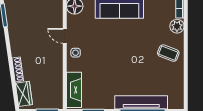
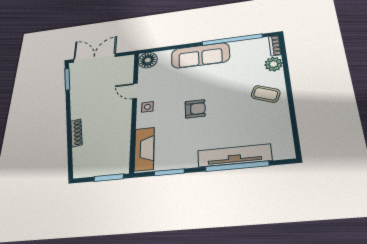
armchair: (114, 59) -> (195, 109), added
wardrobe: (24, 94) -> (81, 160), removed

